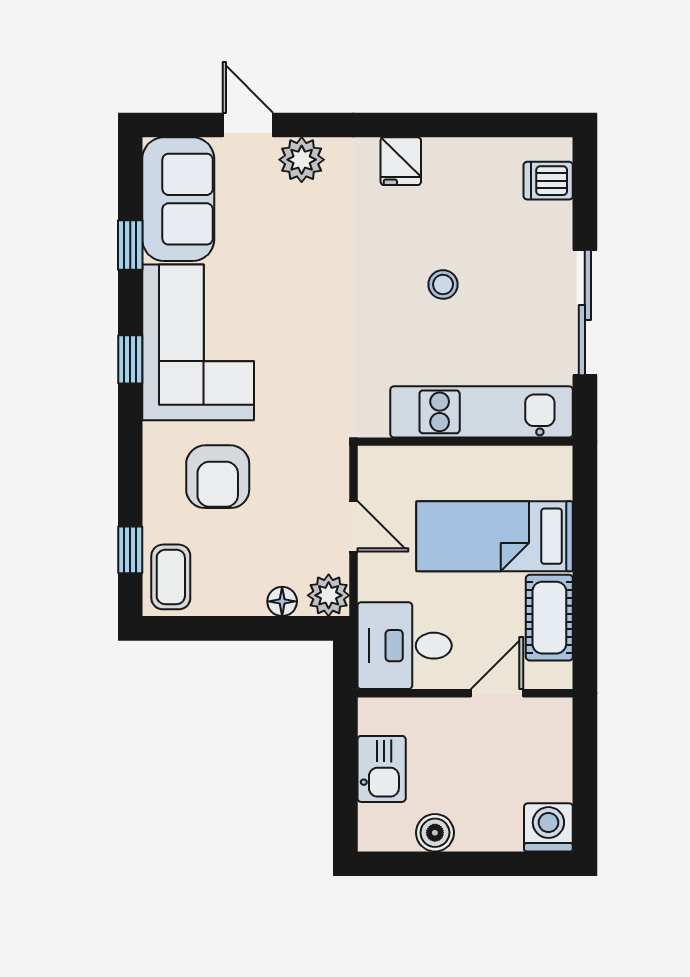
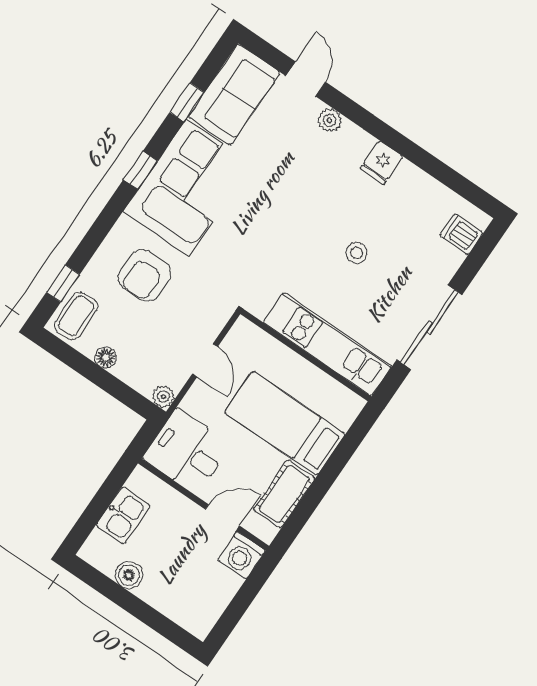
plant: (302, 160) -> (329, 120), width x0.73, depth x0.73
plant: (329, 595) -> (163, 397), width x0.73, depth x0.73
floor lamp: (282, 601) -> (106, 358), moved
washing machine: (548, 827) -> (241, 555), moved, turned 180

